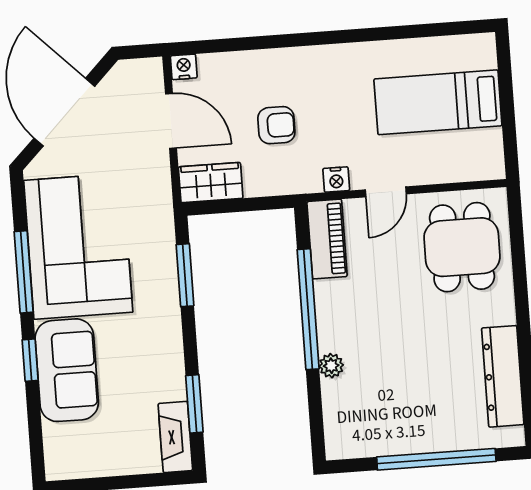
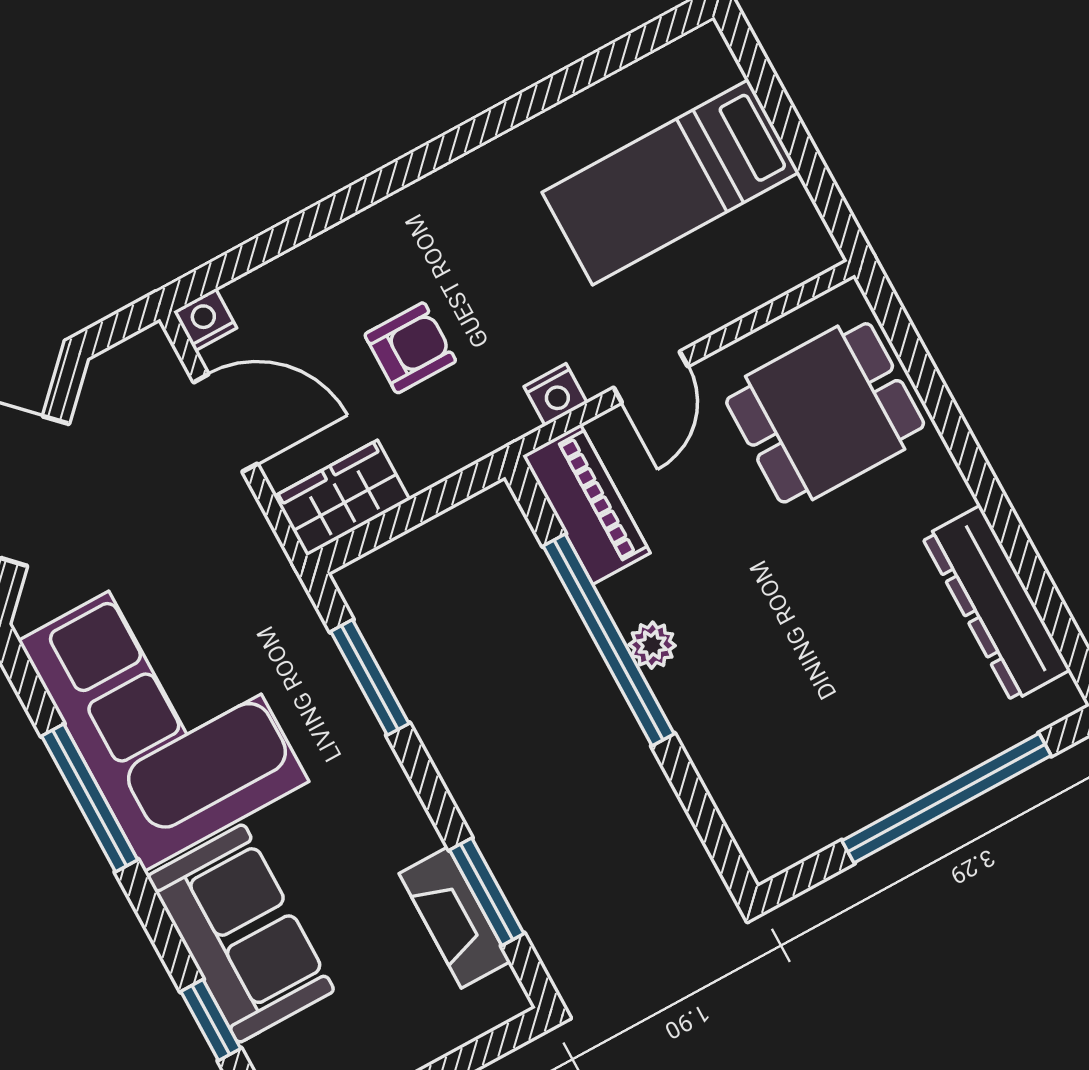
dining table: (462, 247) -> (825, 413), turned 90
window: (30, 360) -> (211, 1020), moved
plant: (331, 366) -> (652, 645), moved
fireplace: (175, 437) -> (455, 918), moved

